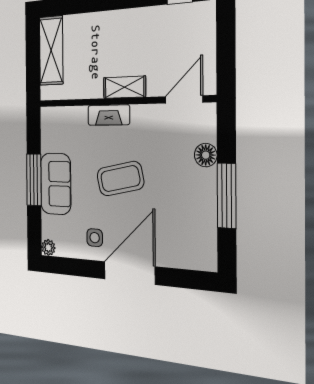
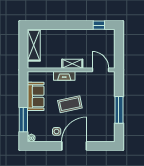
door: (184, 99) -> (100, 70), hinge flipped
floor lamp: (206, 155) -> (110, 93), removed
window: (34, 180) -> (23, 120), moved
sofa: (56, 184) -> (36, 96), moved

